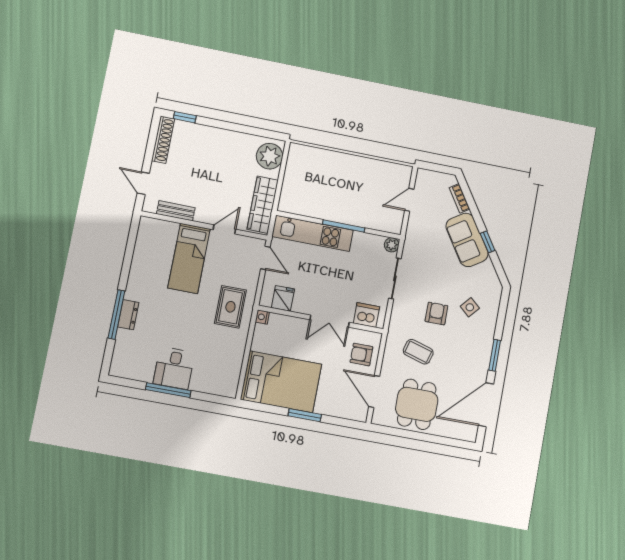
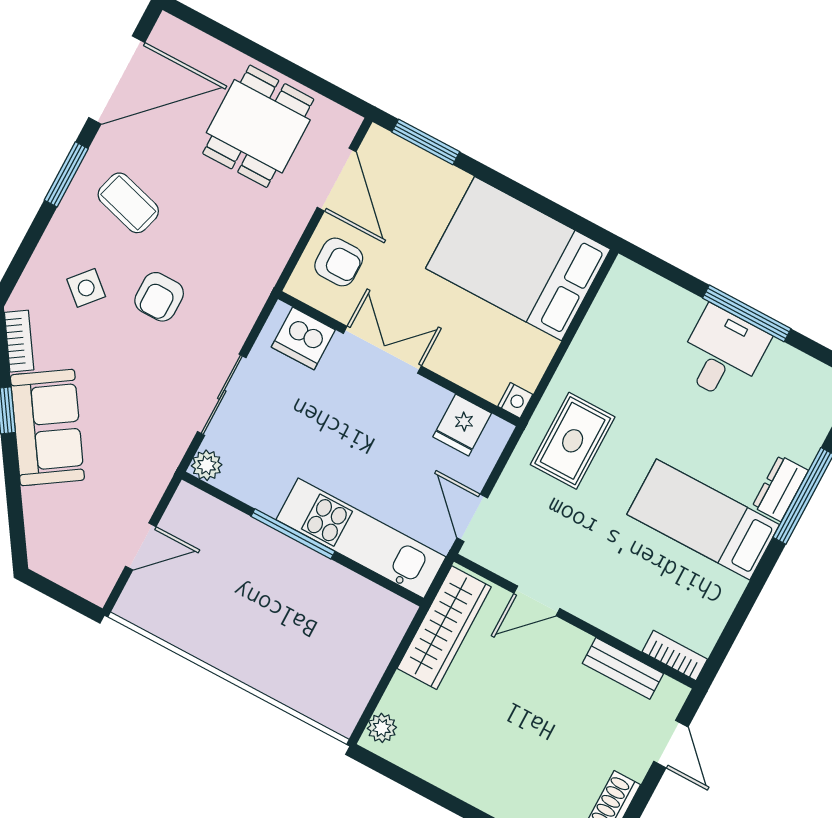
plant: (270, 156) -> (382, 728), width x0.53, depth x0.53
bookcase: (460, 198) -> (19, 341), moved
bookcase: (154, 224) -> (675, 656), added
bed: (189, 258) -> (703, 519), moved, turned -90
coffee table: (418, 352) -> (128, 203), moved
window: (305, 415) -> (426, 142), moved

